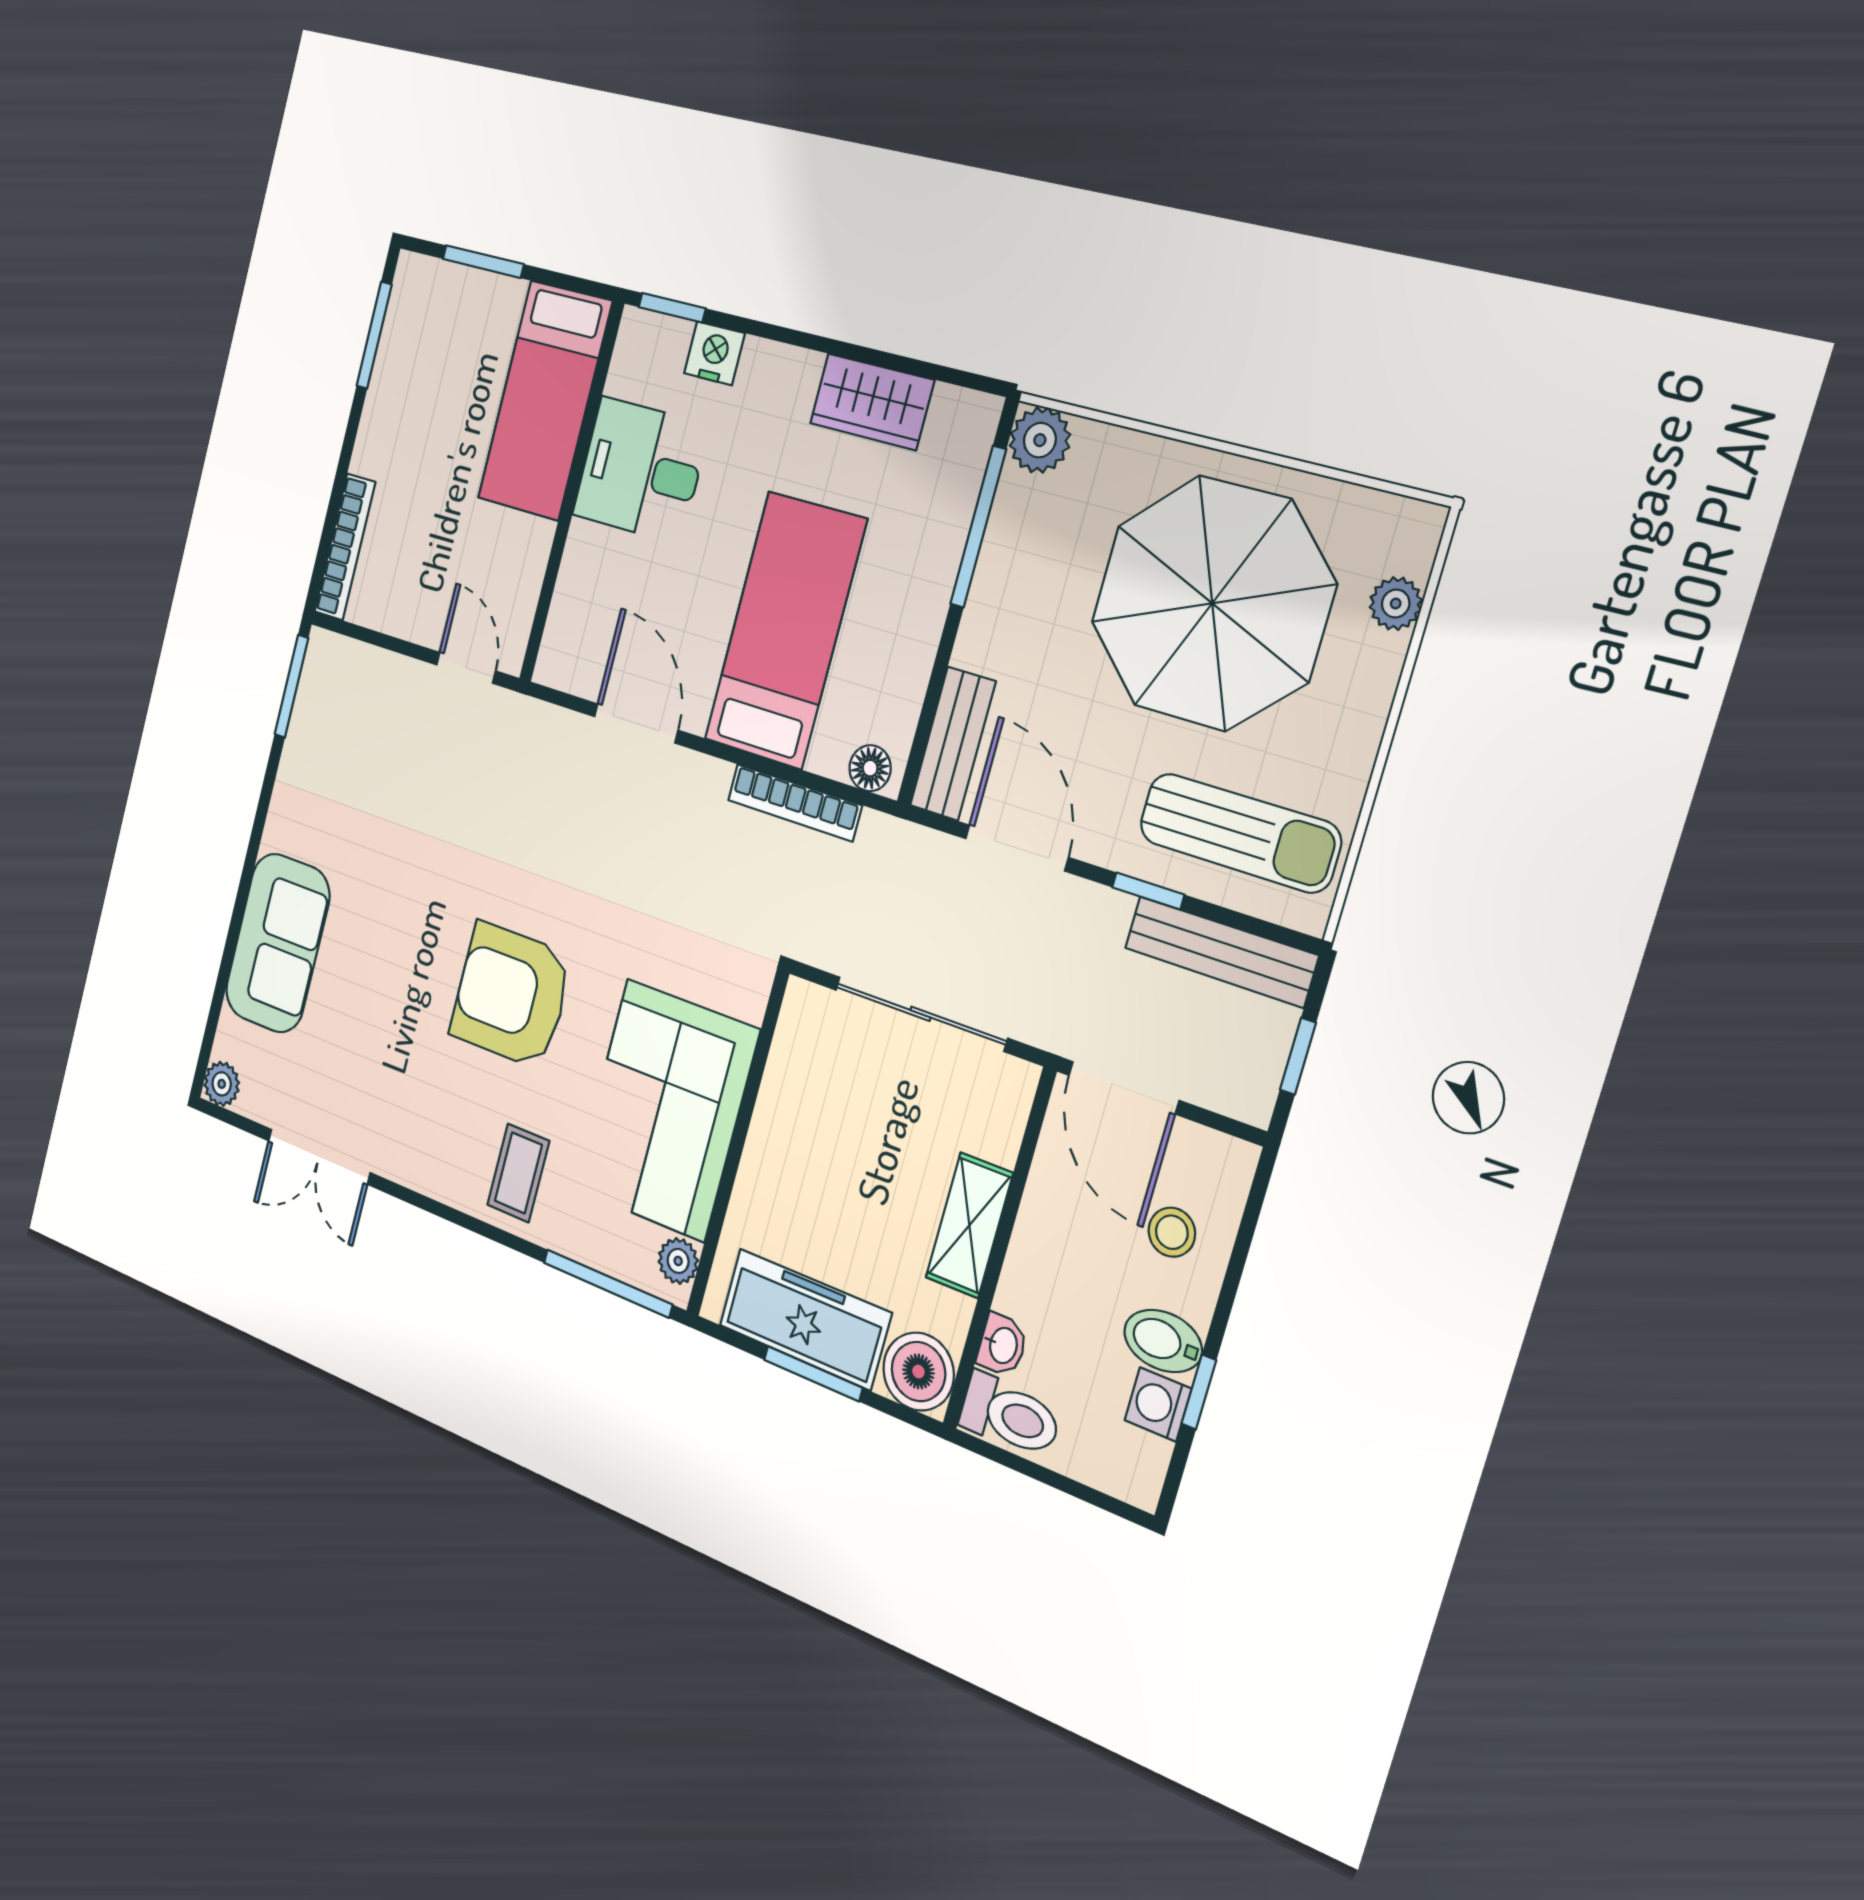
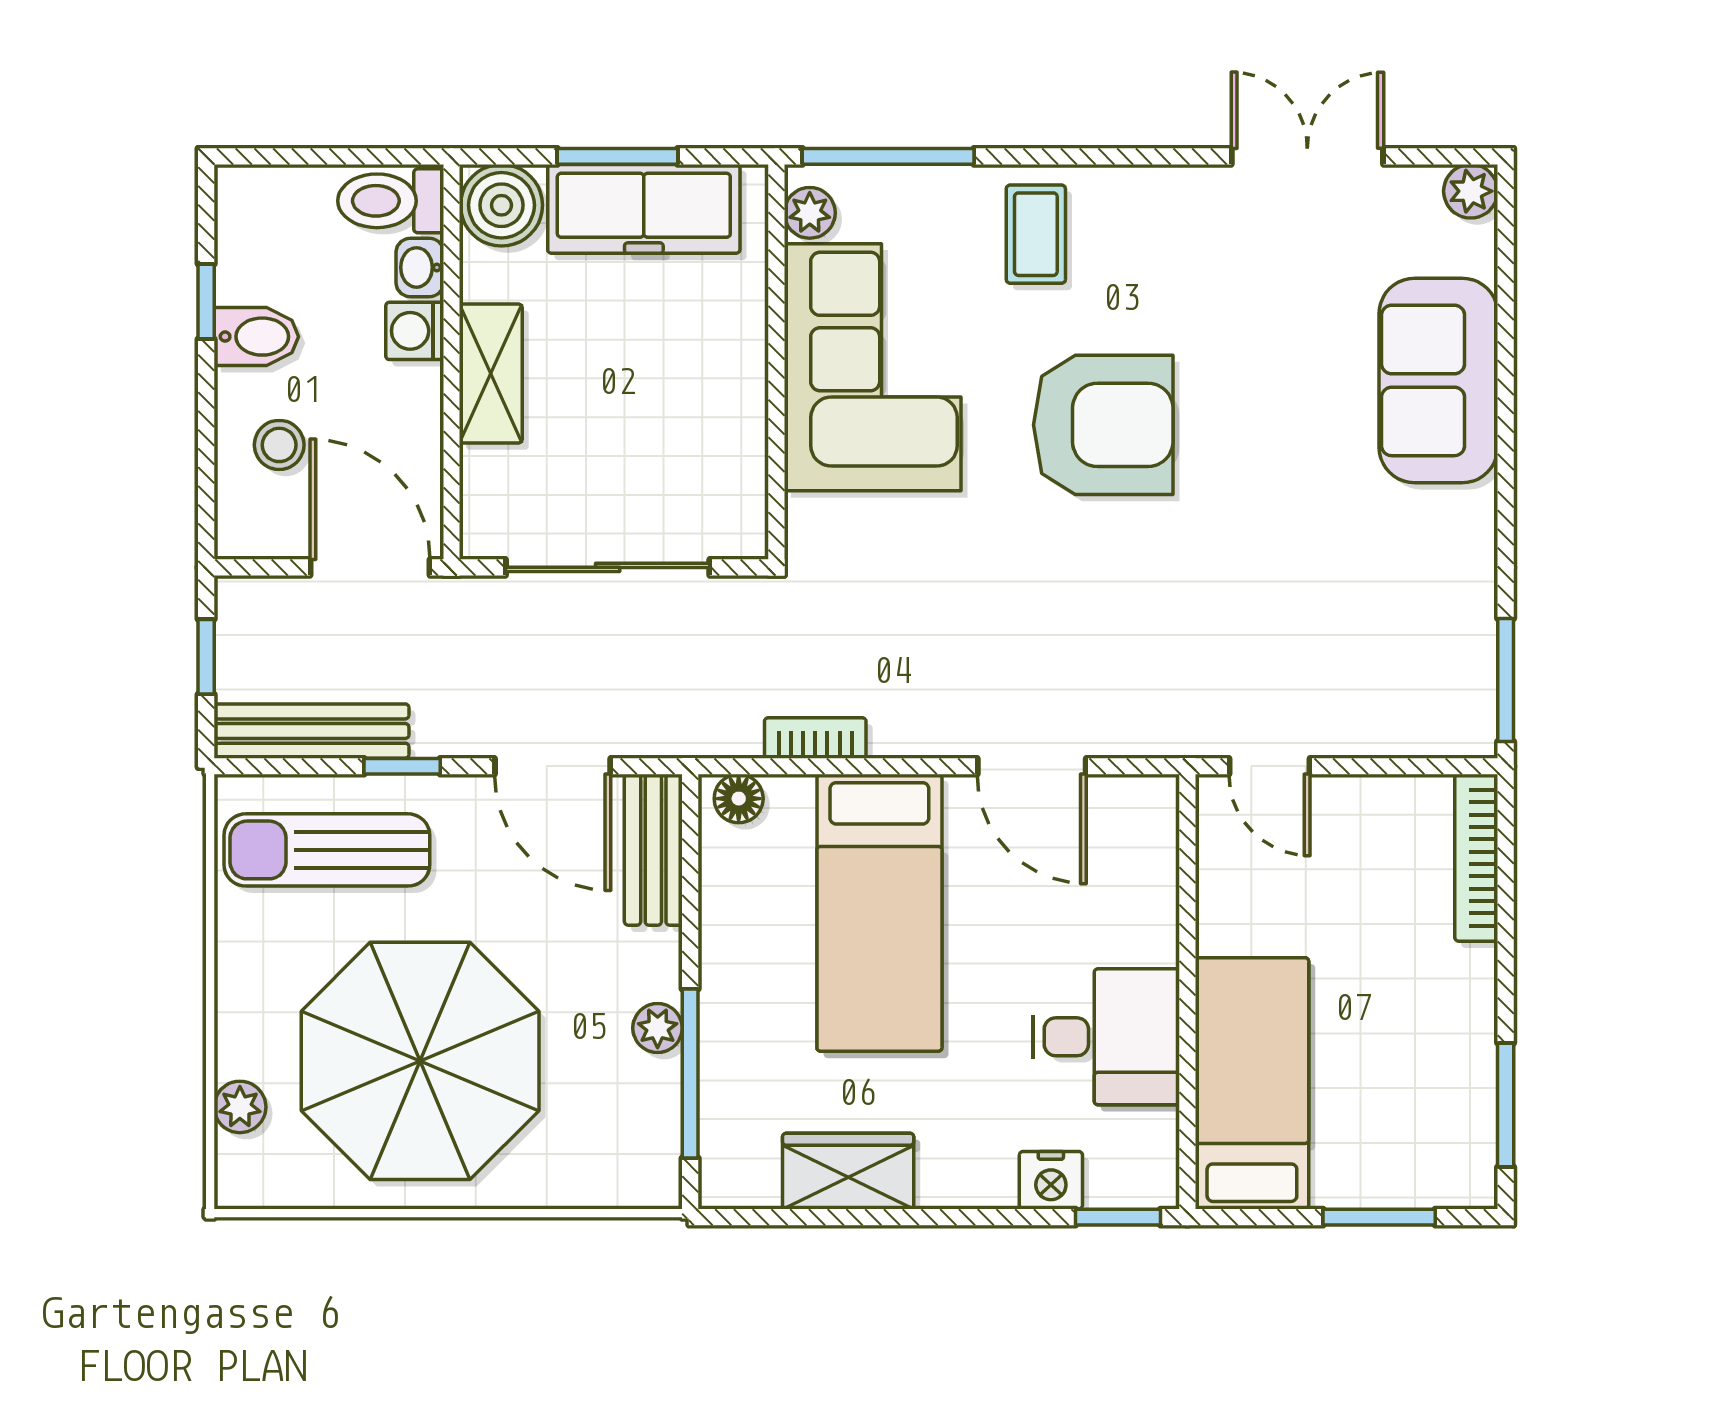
plant: (1040, 440) -> (658, 1028), moved, width x0.73, depth x0.73
bookcase: (795, 803) -> (815, 738), width x0.64
washing machine: (1158, 1404) -> (415, 331), moved, turned 180

